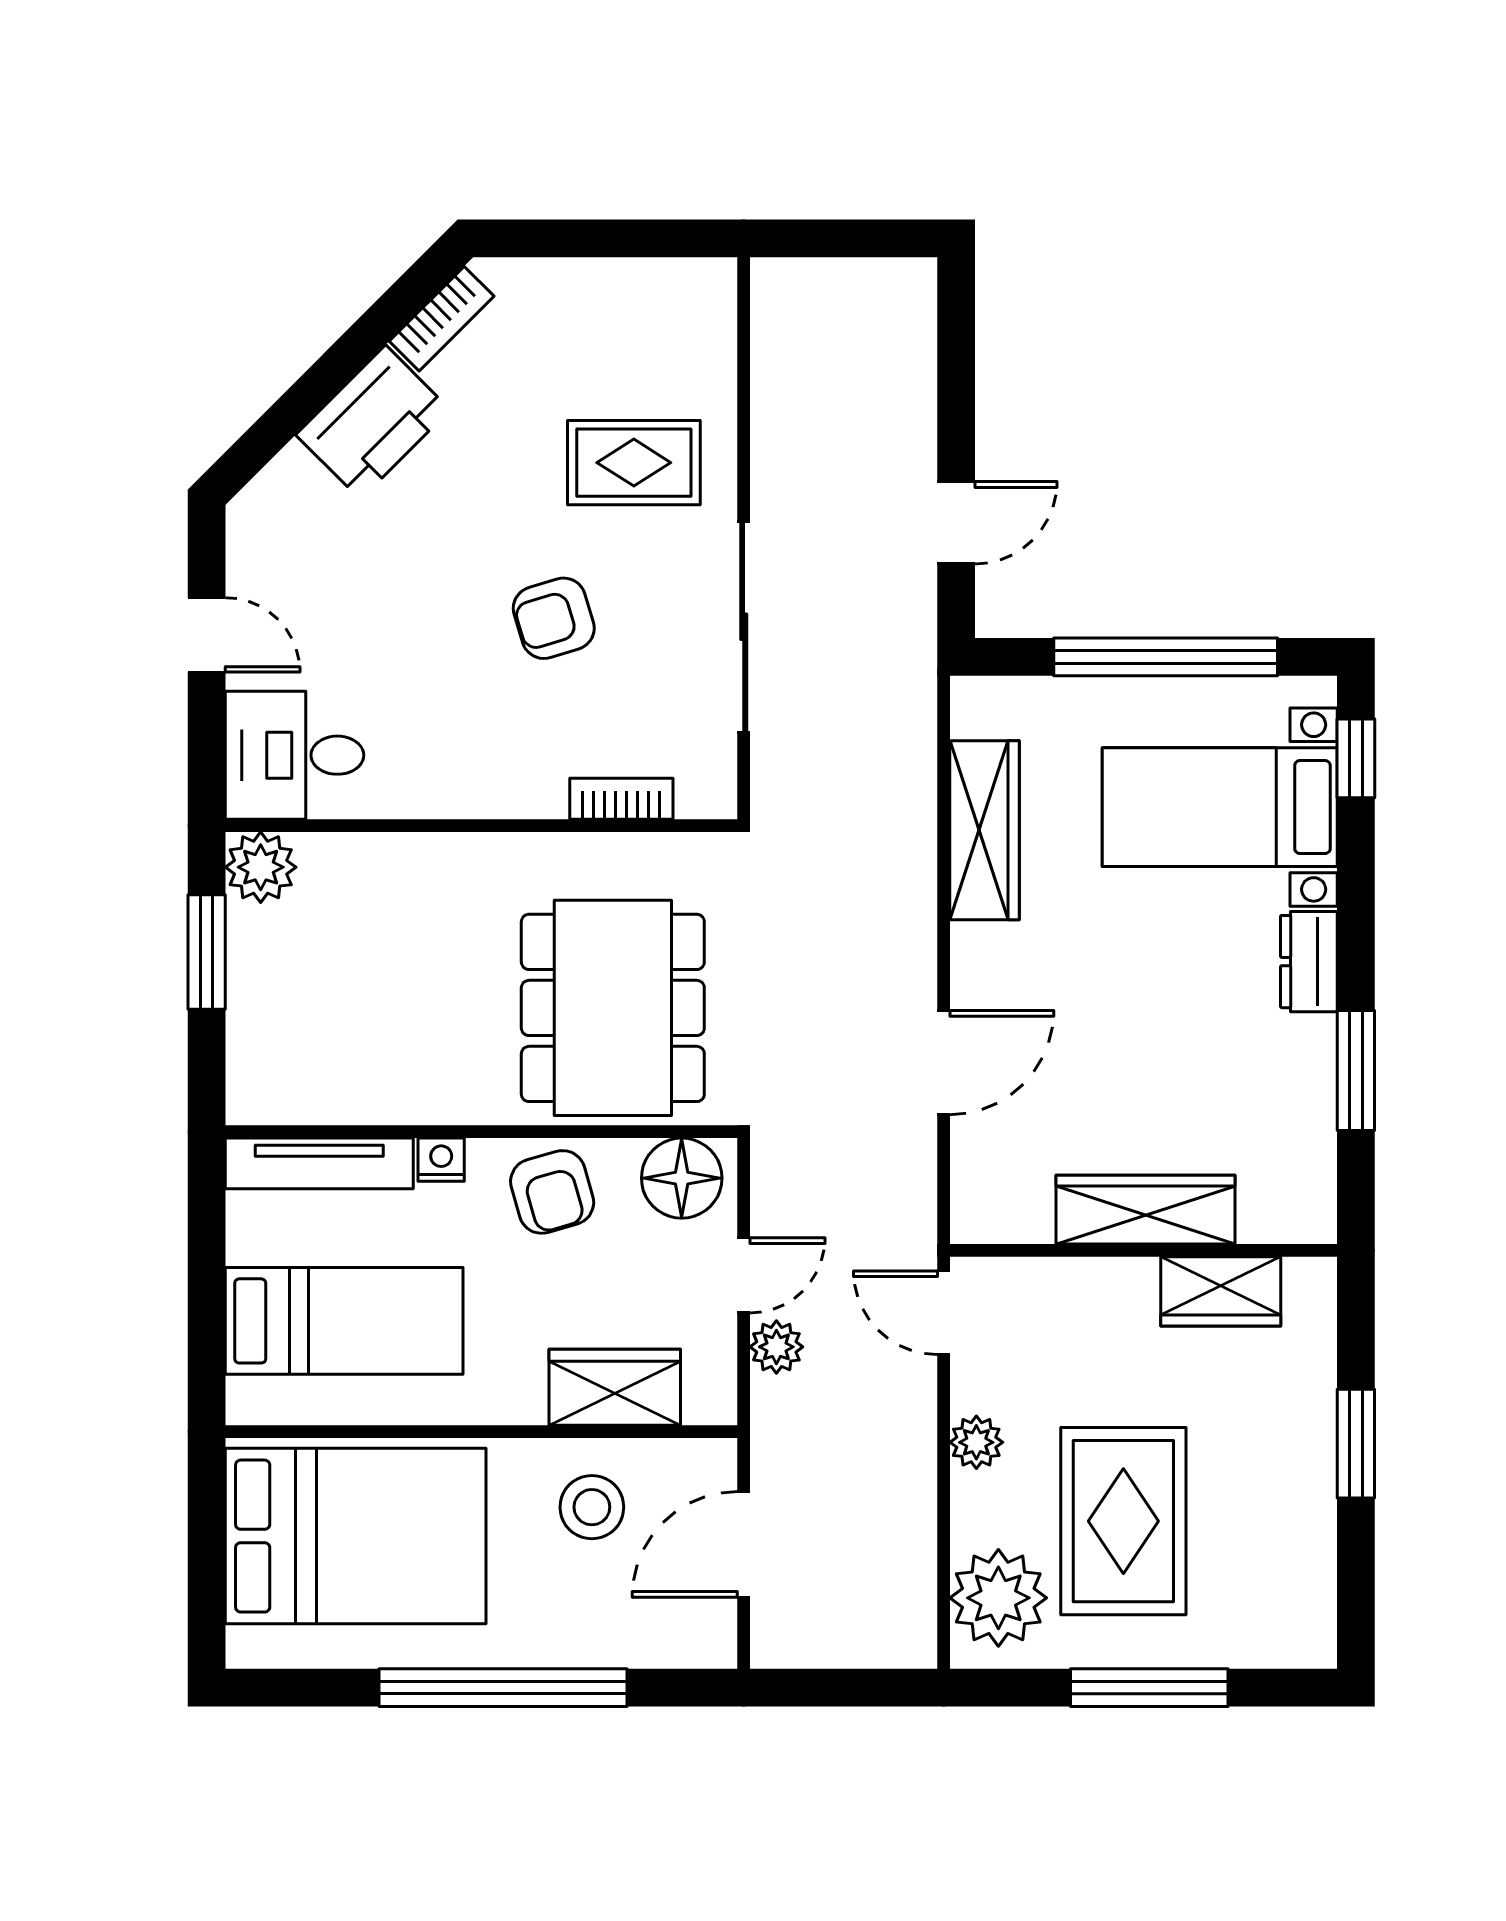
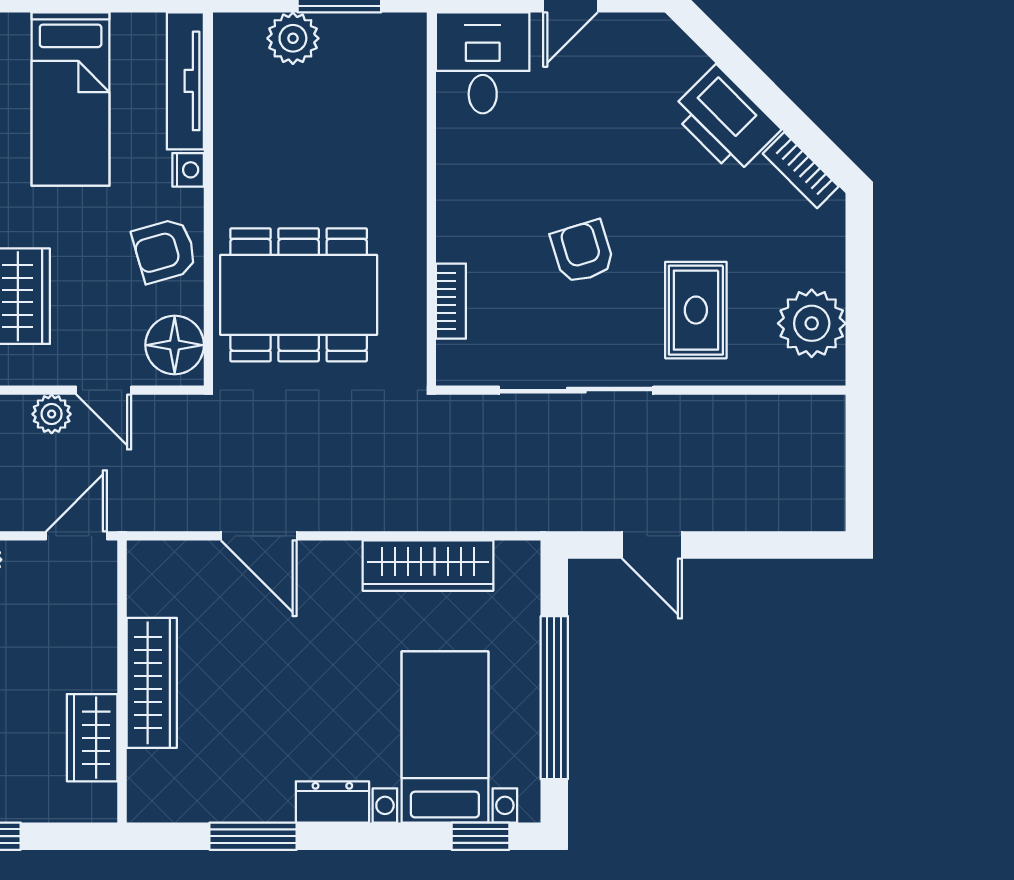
plant: (652, 304) -> (812, 323), added
plant: (261, 867) -> (293, 38), moved

